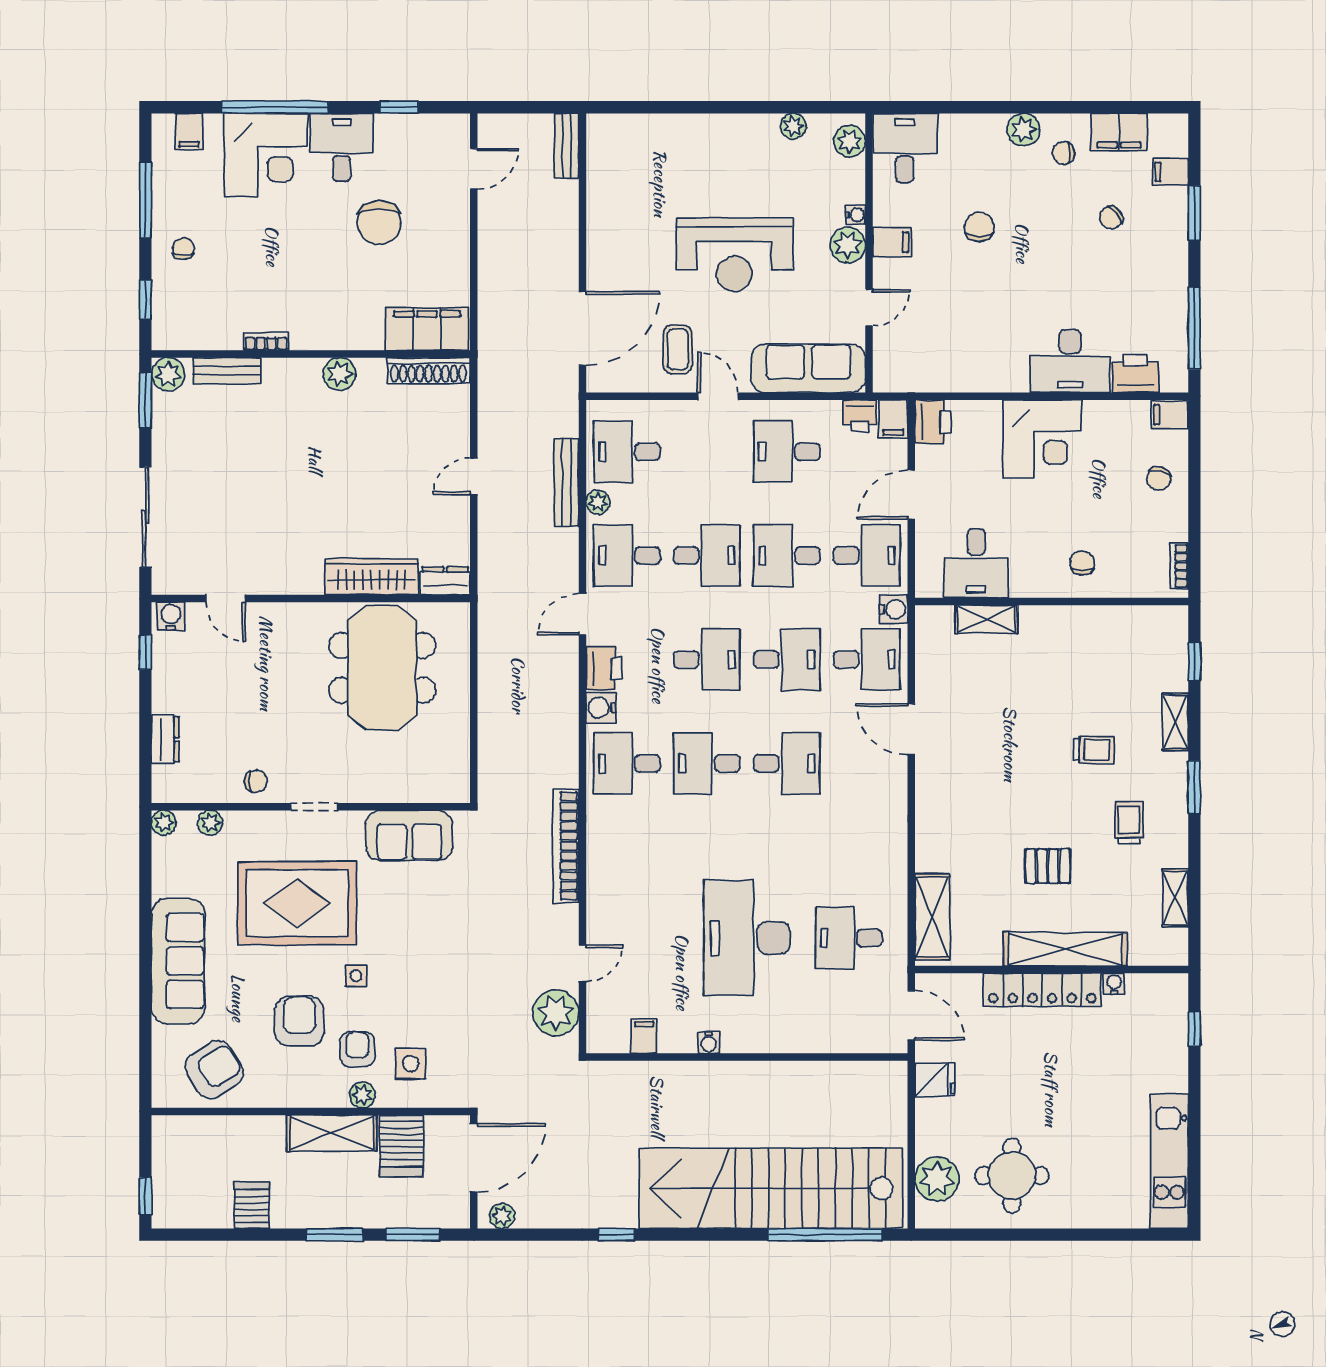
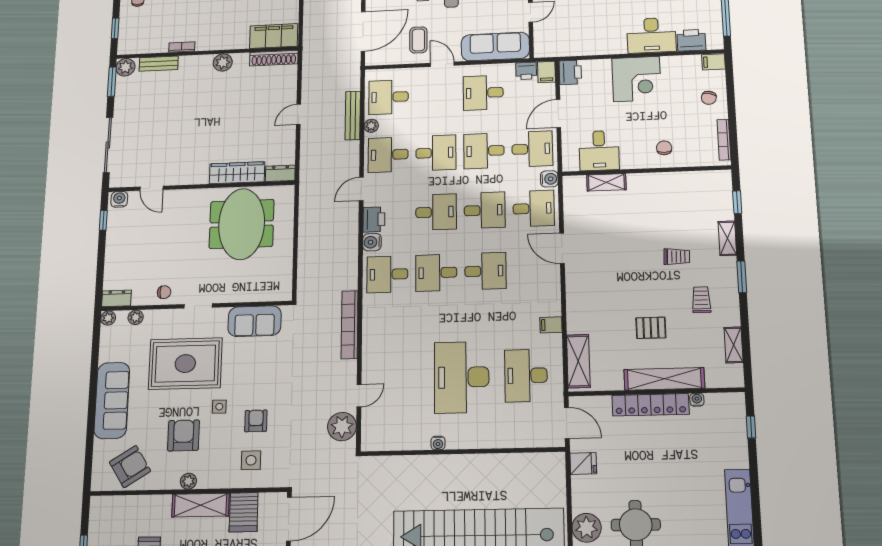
bookcase: (1179, 566) -> (724, 140), width x1.56
dresser: (165, 739) -> (116, 298), moved, turned -90
desk: (849, 938) -> (526, 376), width x1.37
filing cabinet: (644, 1036) -> (551, 325), moved, turned -90
armchair: (357, 1049) -> (256, 421), moved
plant: (362, 1095) -> (188, 481), moved

